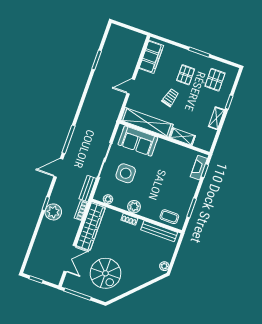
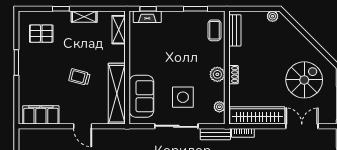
pallet: (186, 75) -> (47, 69), removed
shelving: (182, 137) -> (119, 30), moved
bench: (159, 231) -> (235, 30), width x0.73

